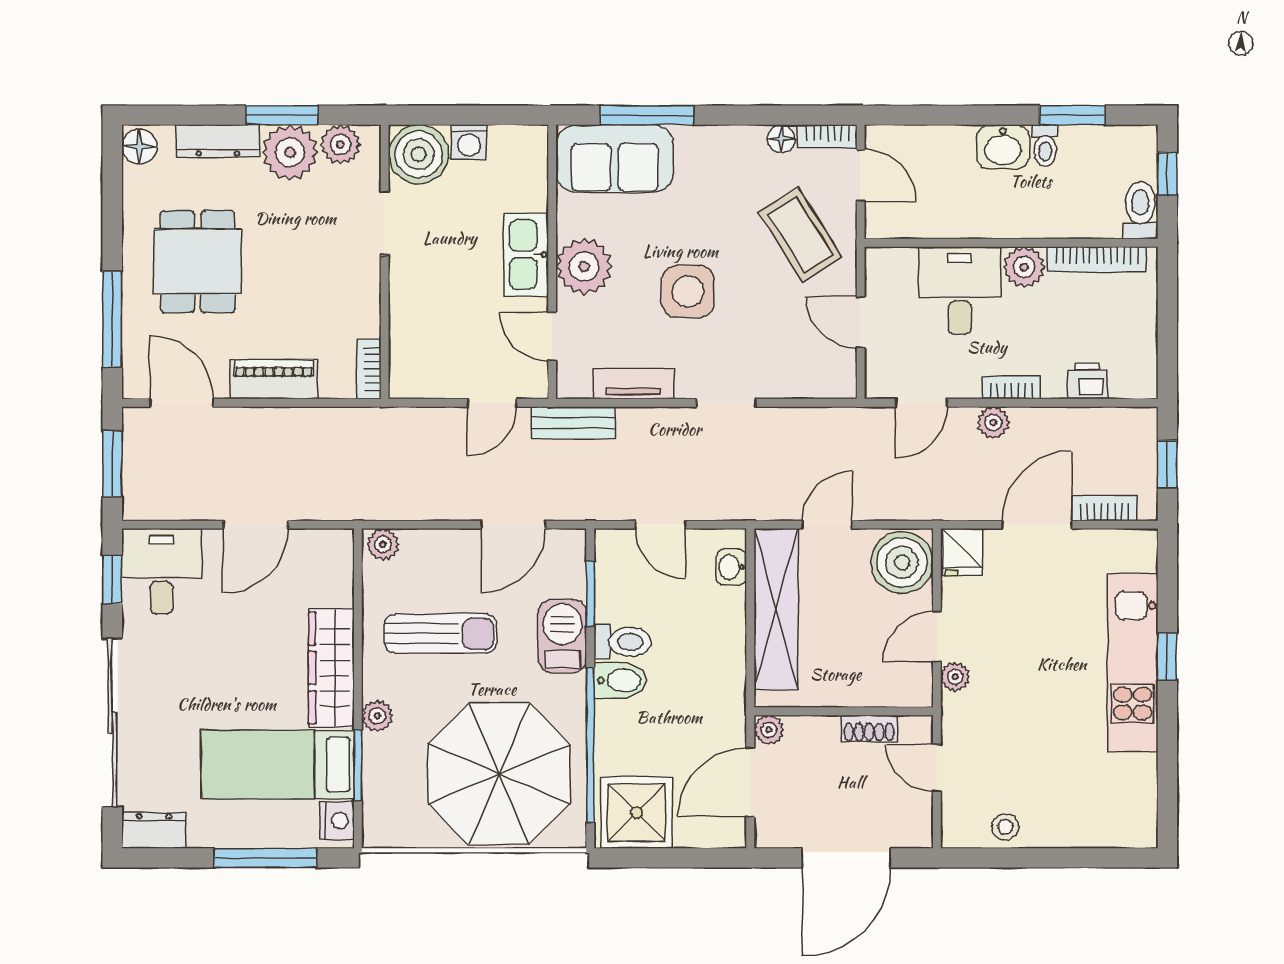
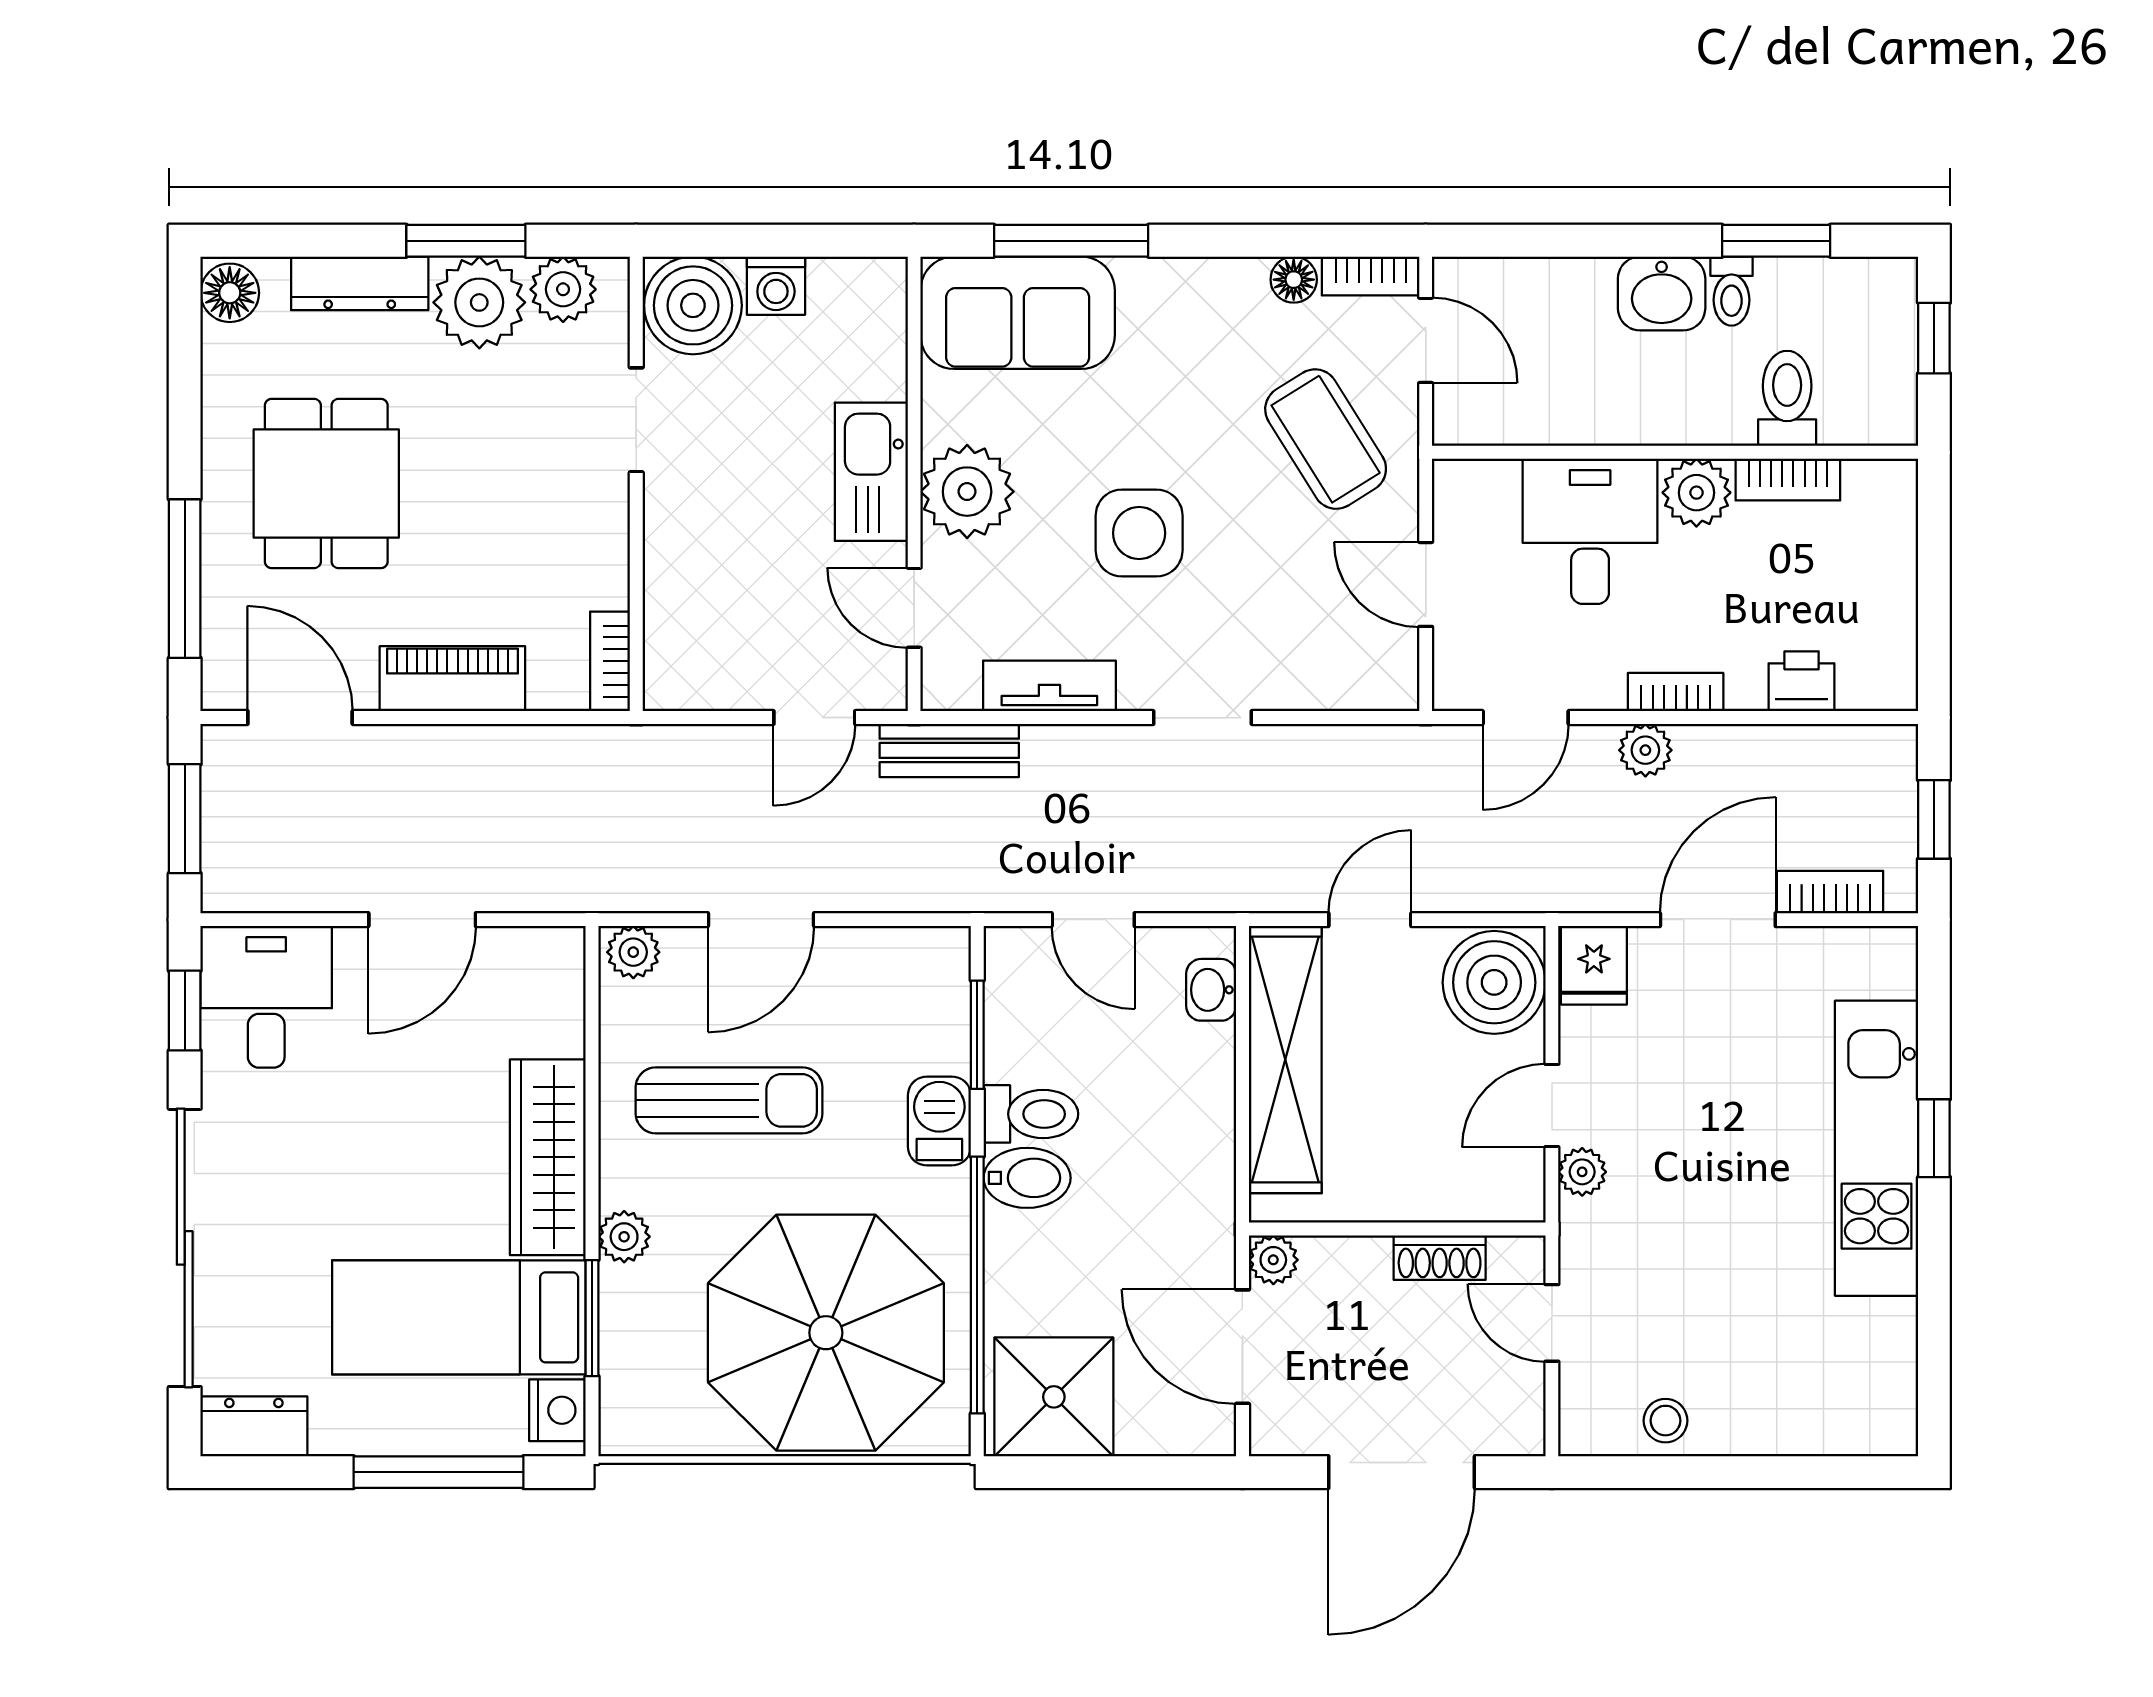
toilet: (1140, 210) -> (1787, 398), moved
bookcase: (1097, 259) -> (1788, 480), width x0.64
door: (513, 525) -> (761, 920), moved
barbecue: (562, 636) -> (939, 1121), width x0.73, depth x0.79
door: (750, 782) -> (1242, 1347), hinge flipped

